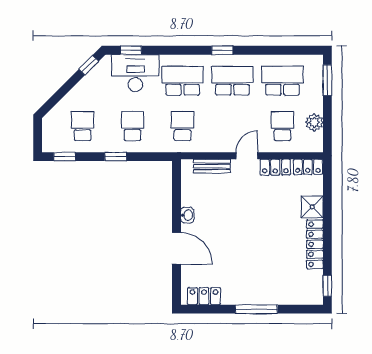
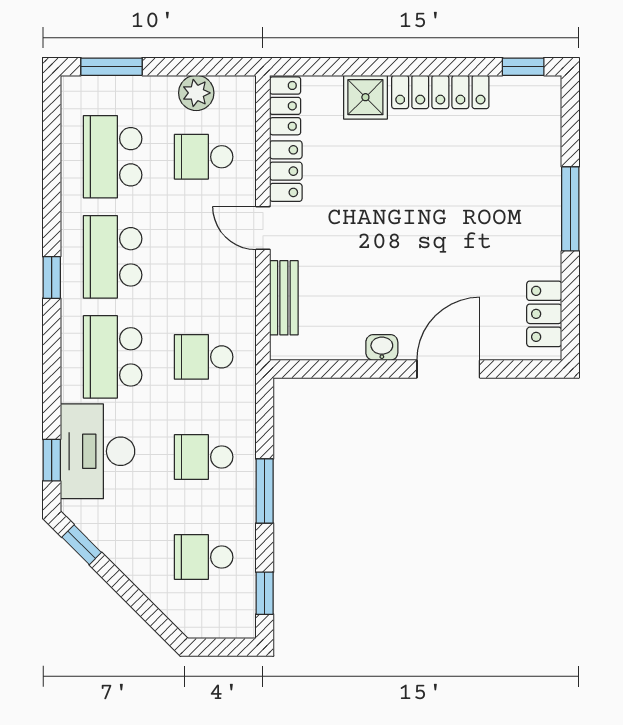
window: (116, 157) -> (265, 491), width x1.50

